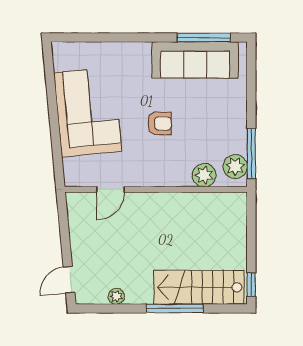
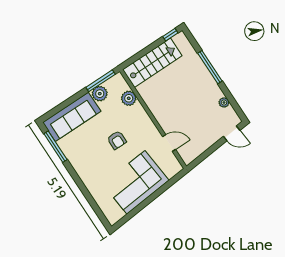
sofa: (195, 60) -> (72, 117), moved, turned 90
armchair: (160, 123) -> (117, 140), turned 180
plant: (235, 167) -> (100, 94), moved
stairs: (199, 287) -> (152, 63), moved, turned -90

